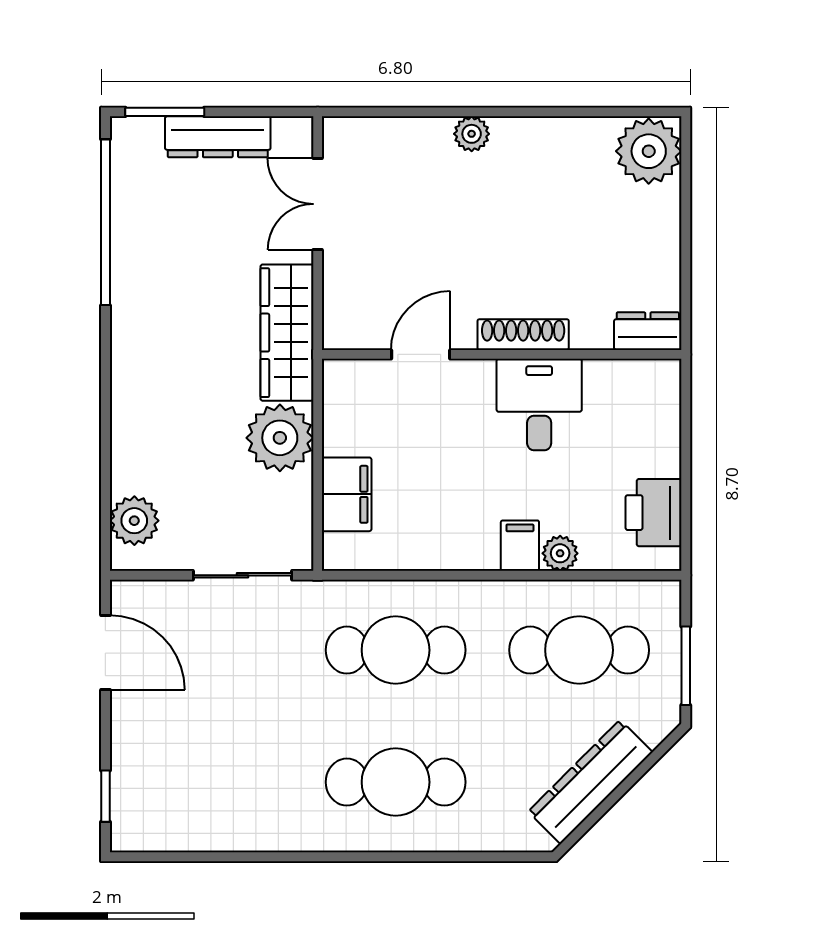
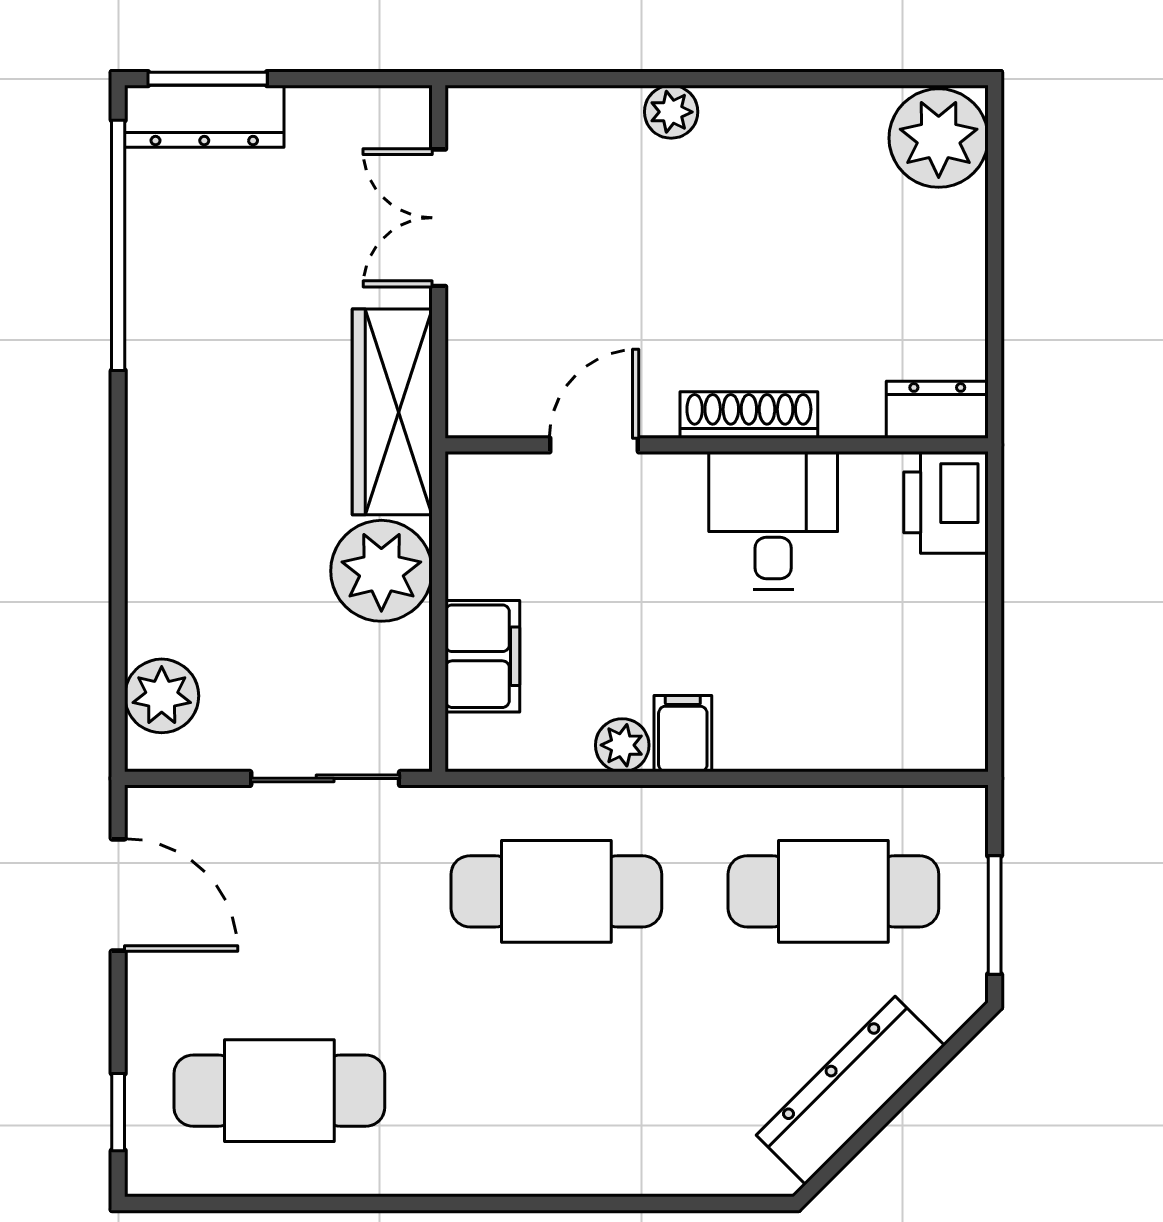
dresser: (218, 137) -> (204, 116), moved
printer: (654, 513) -> (946, 502), moved
filing cabinet: (520, 546) -> (683, 734), moved
plant: (560, 553) -> (622, 745), moved
cafe table: (396, 782) -> (279, 1091), moved

